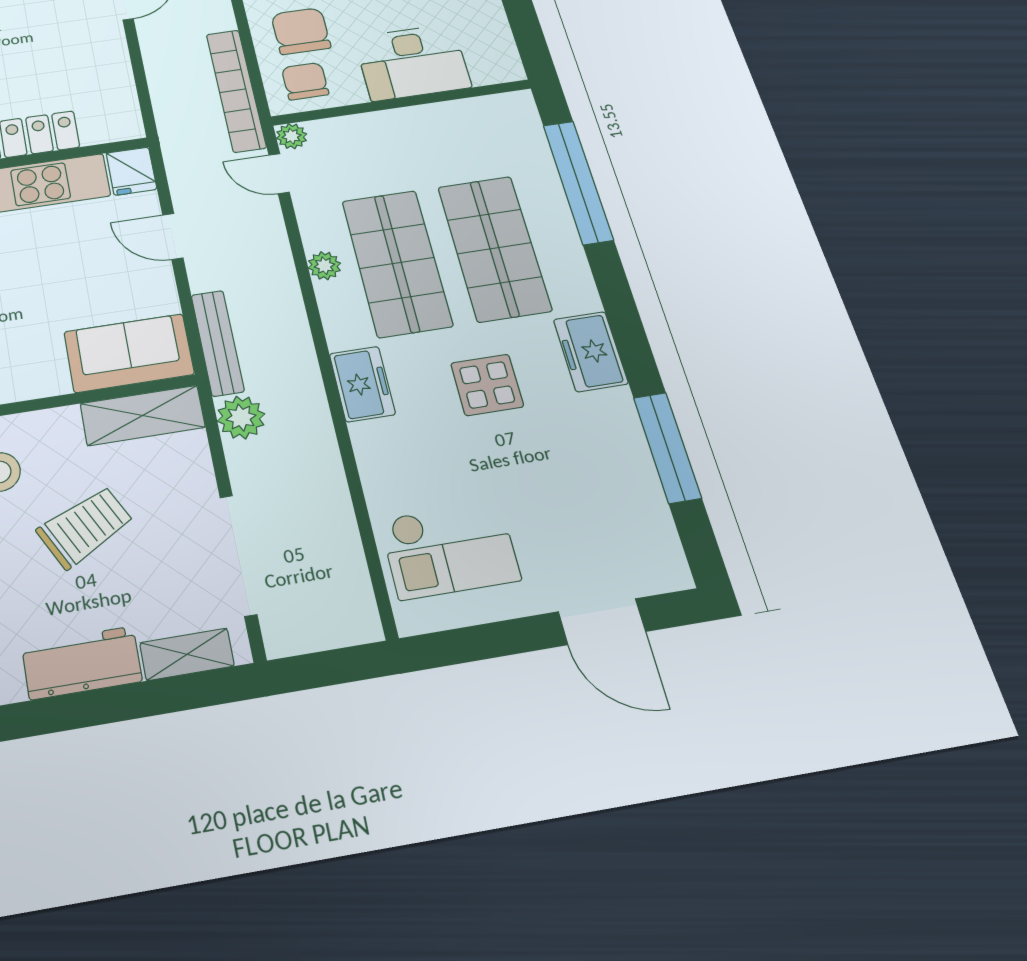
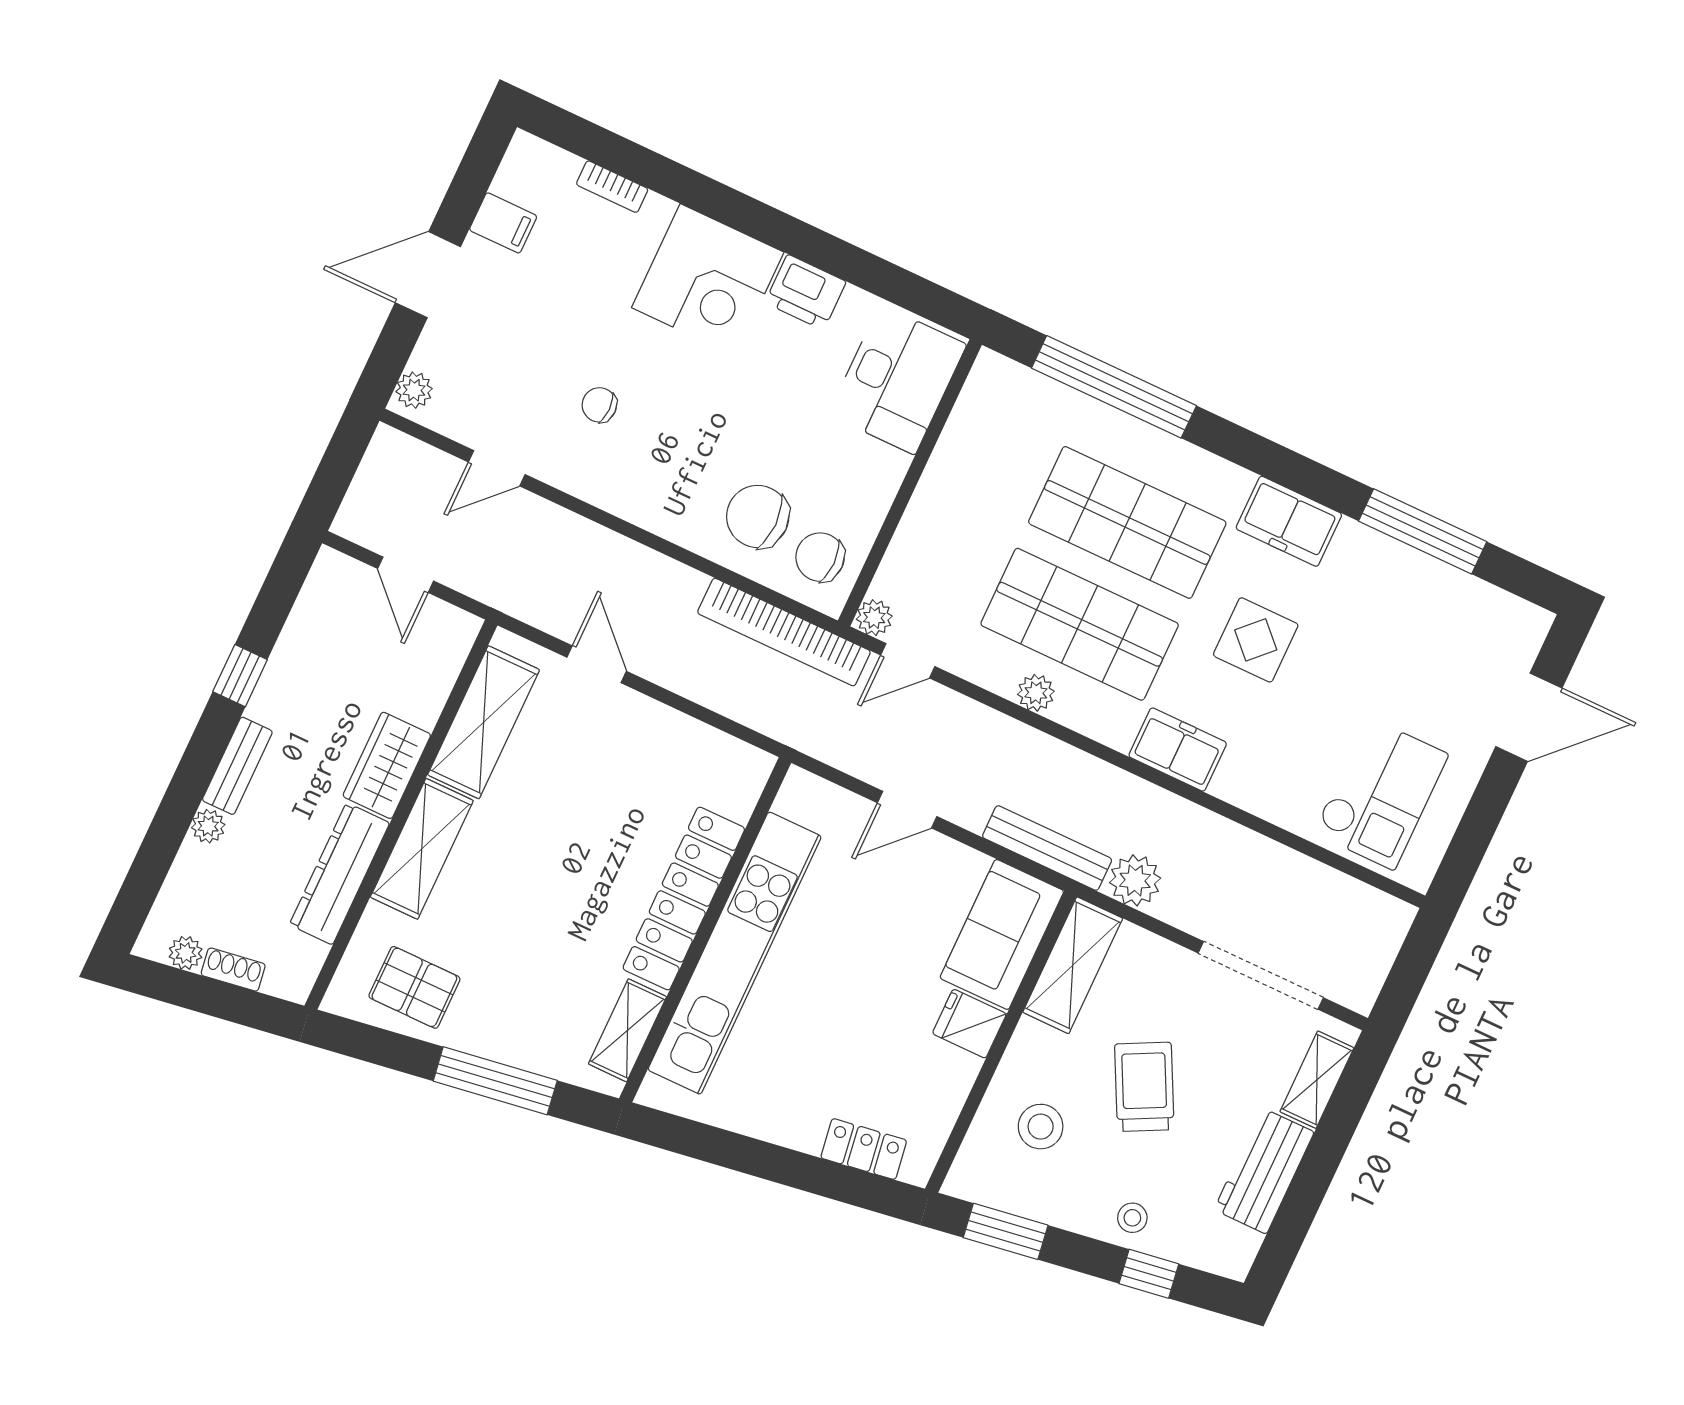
desk: (412, 62) -> (897, 380), moved
fridge: (131, 171) -> (969, 1024), moved, turned 180

